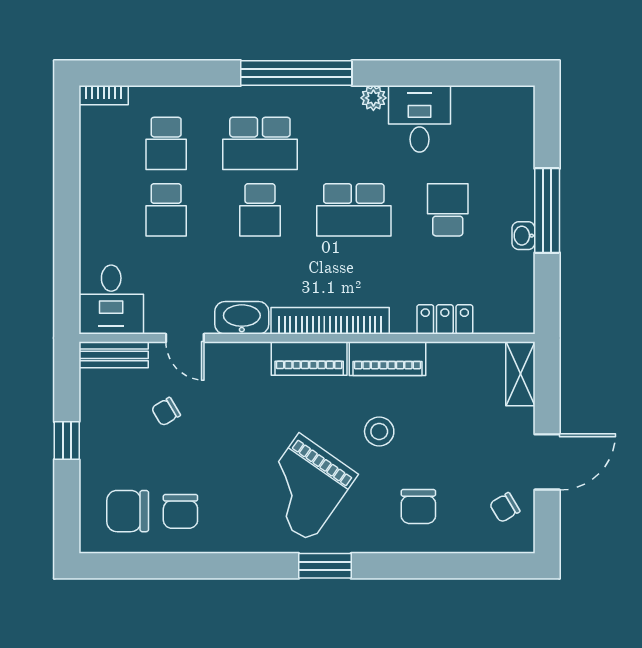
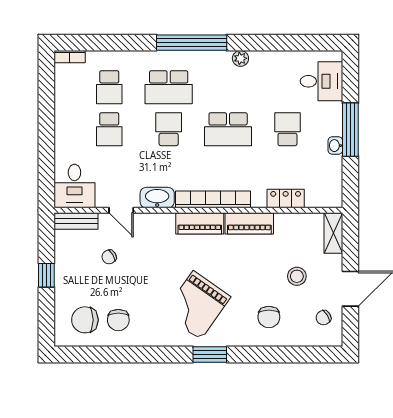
desk: (420, 119) -> (321, 81), moved, turned 90
school desk: (260, 210) -> (169, 129), turned 180
stool: (379, 431) -> (297, 276), moved

